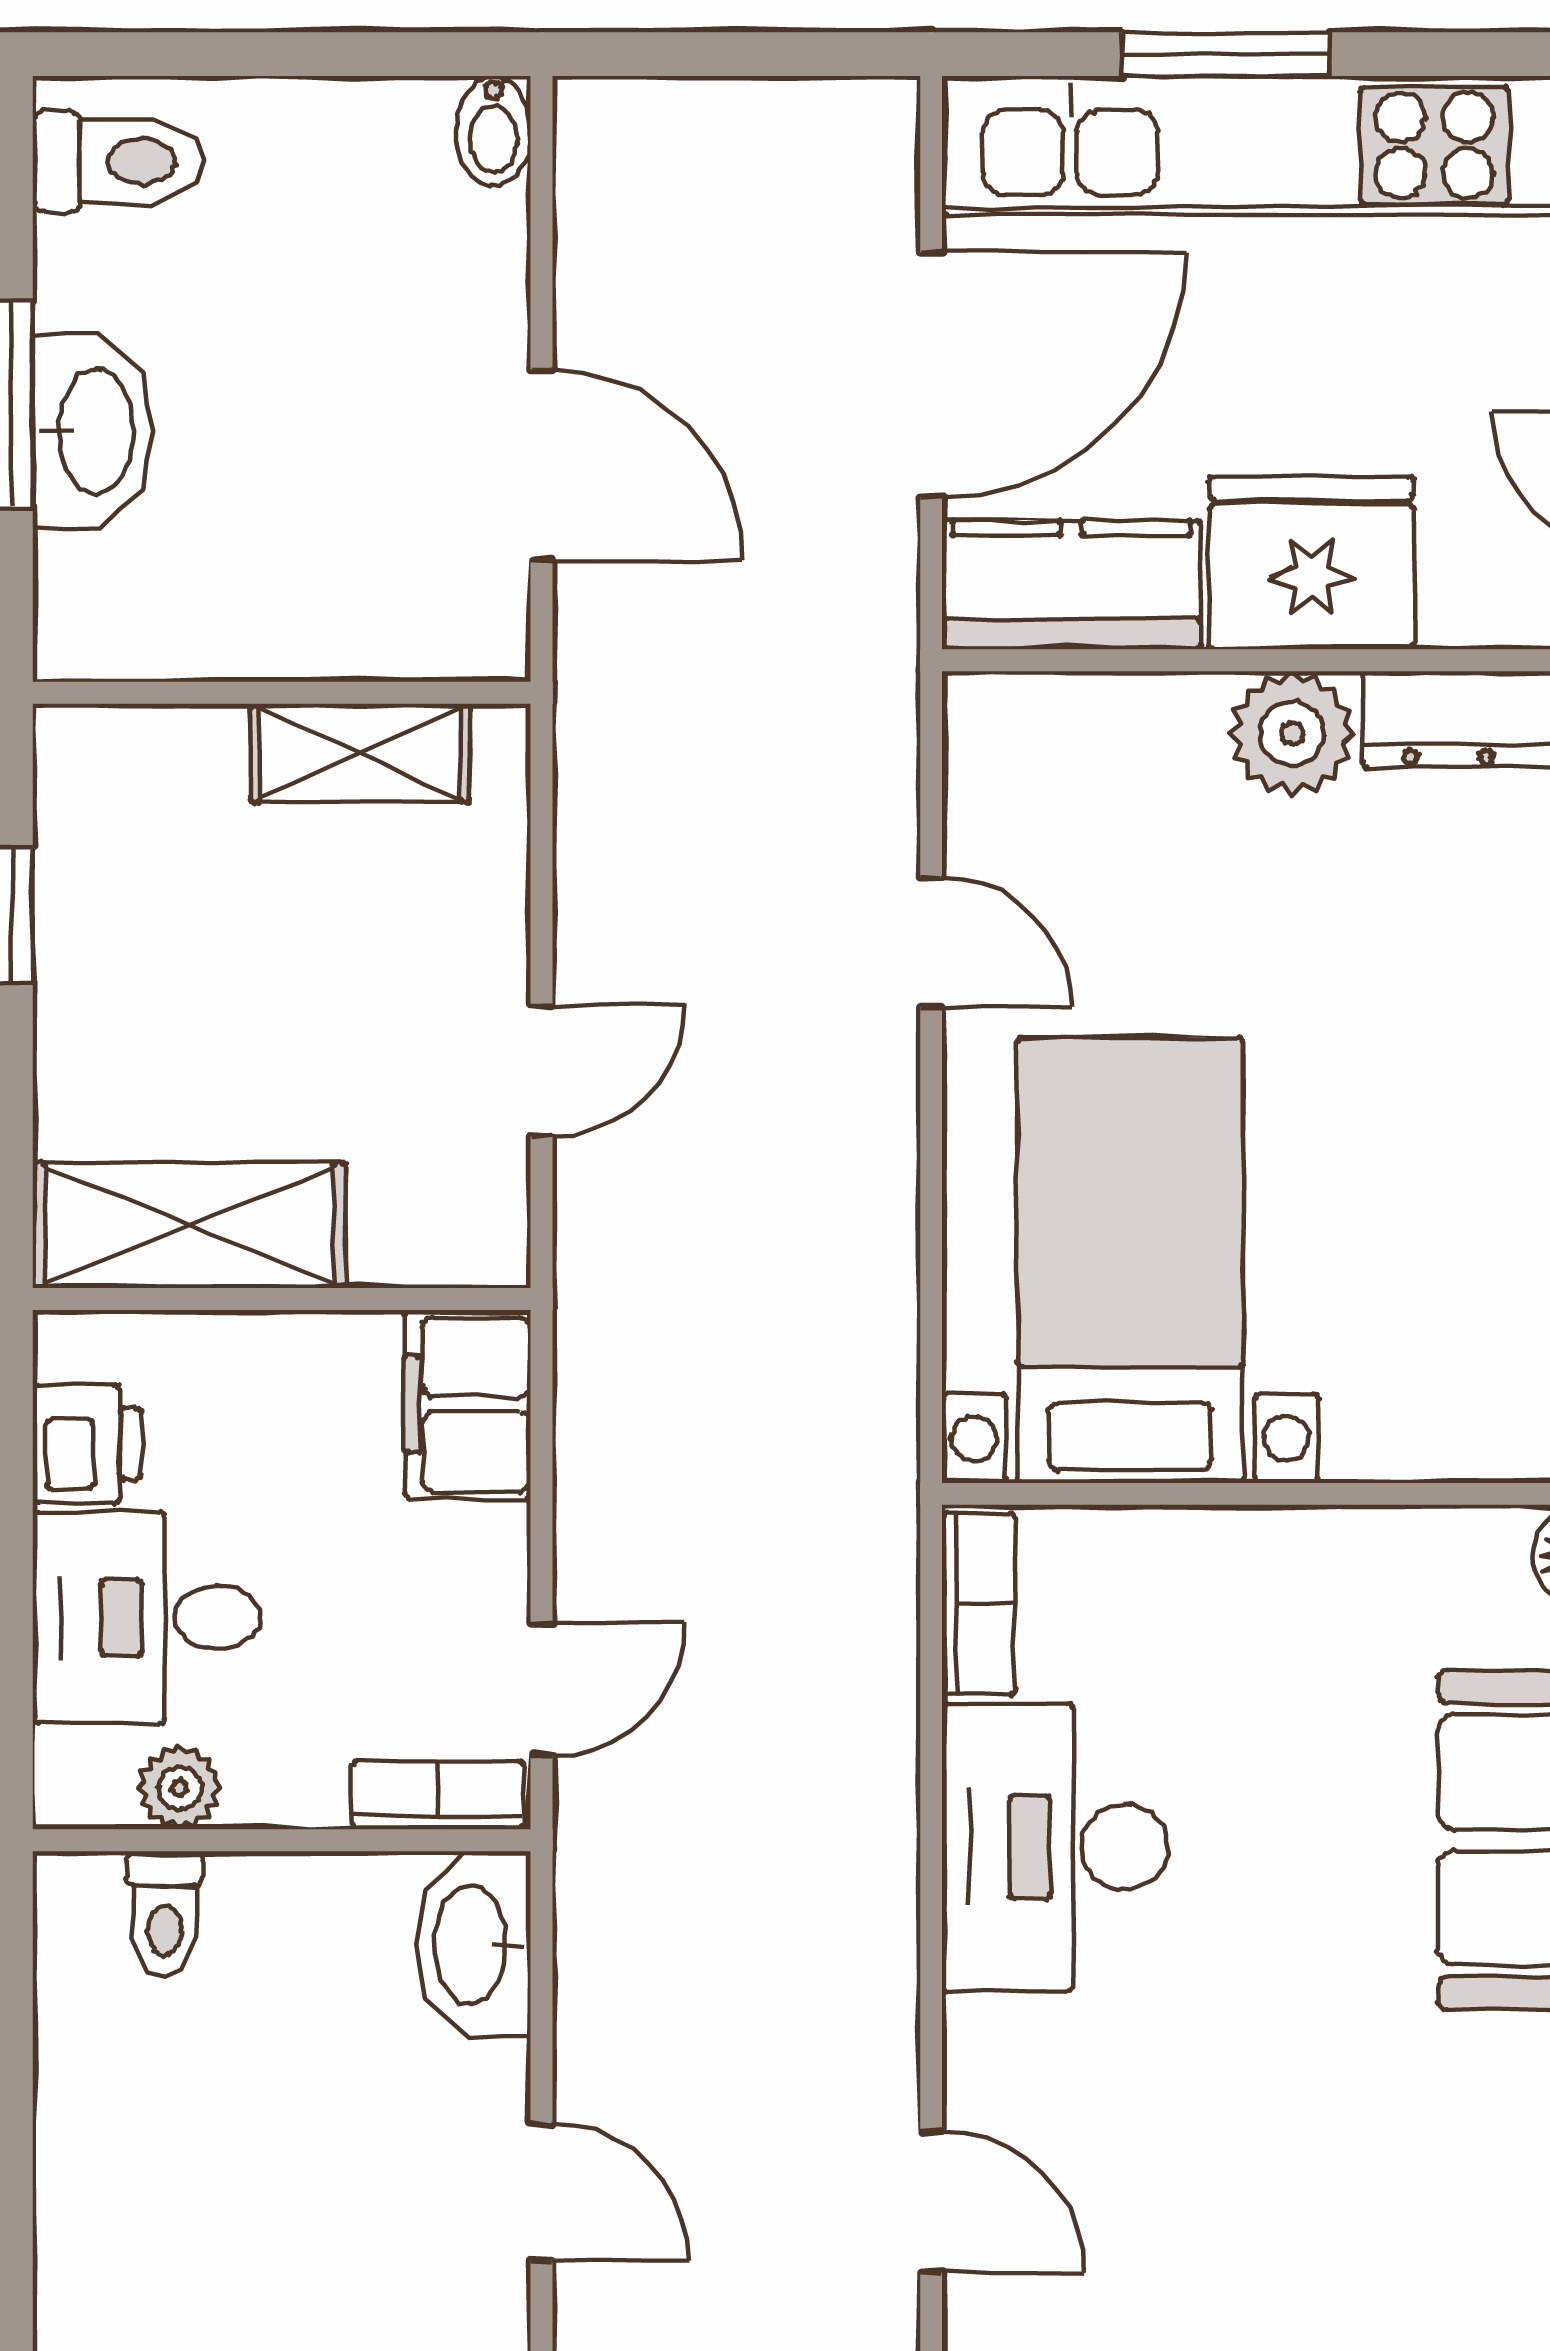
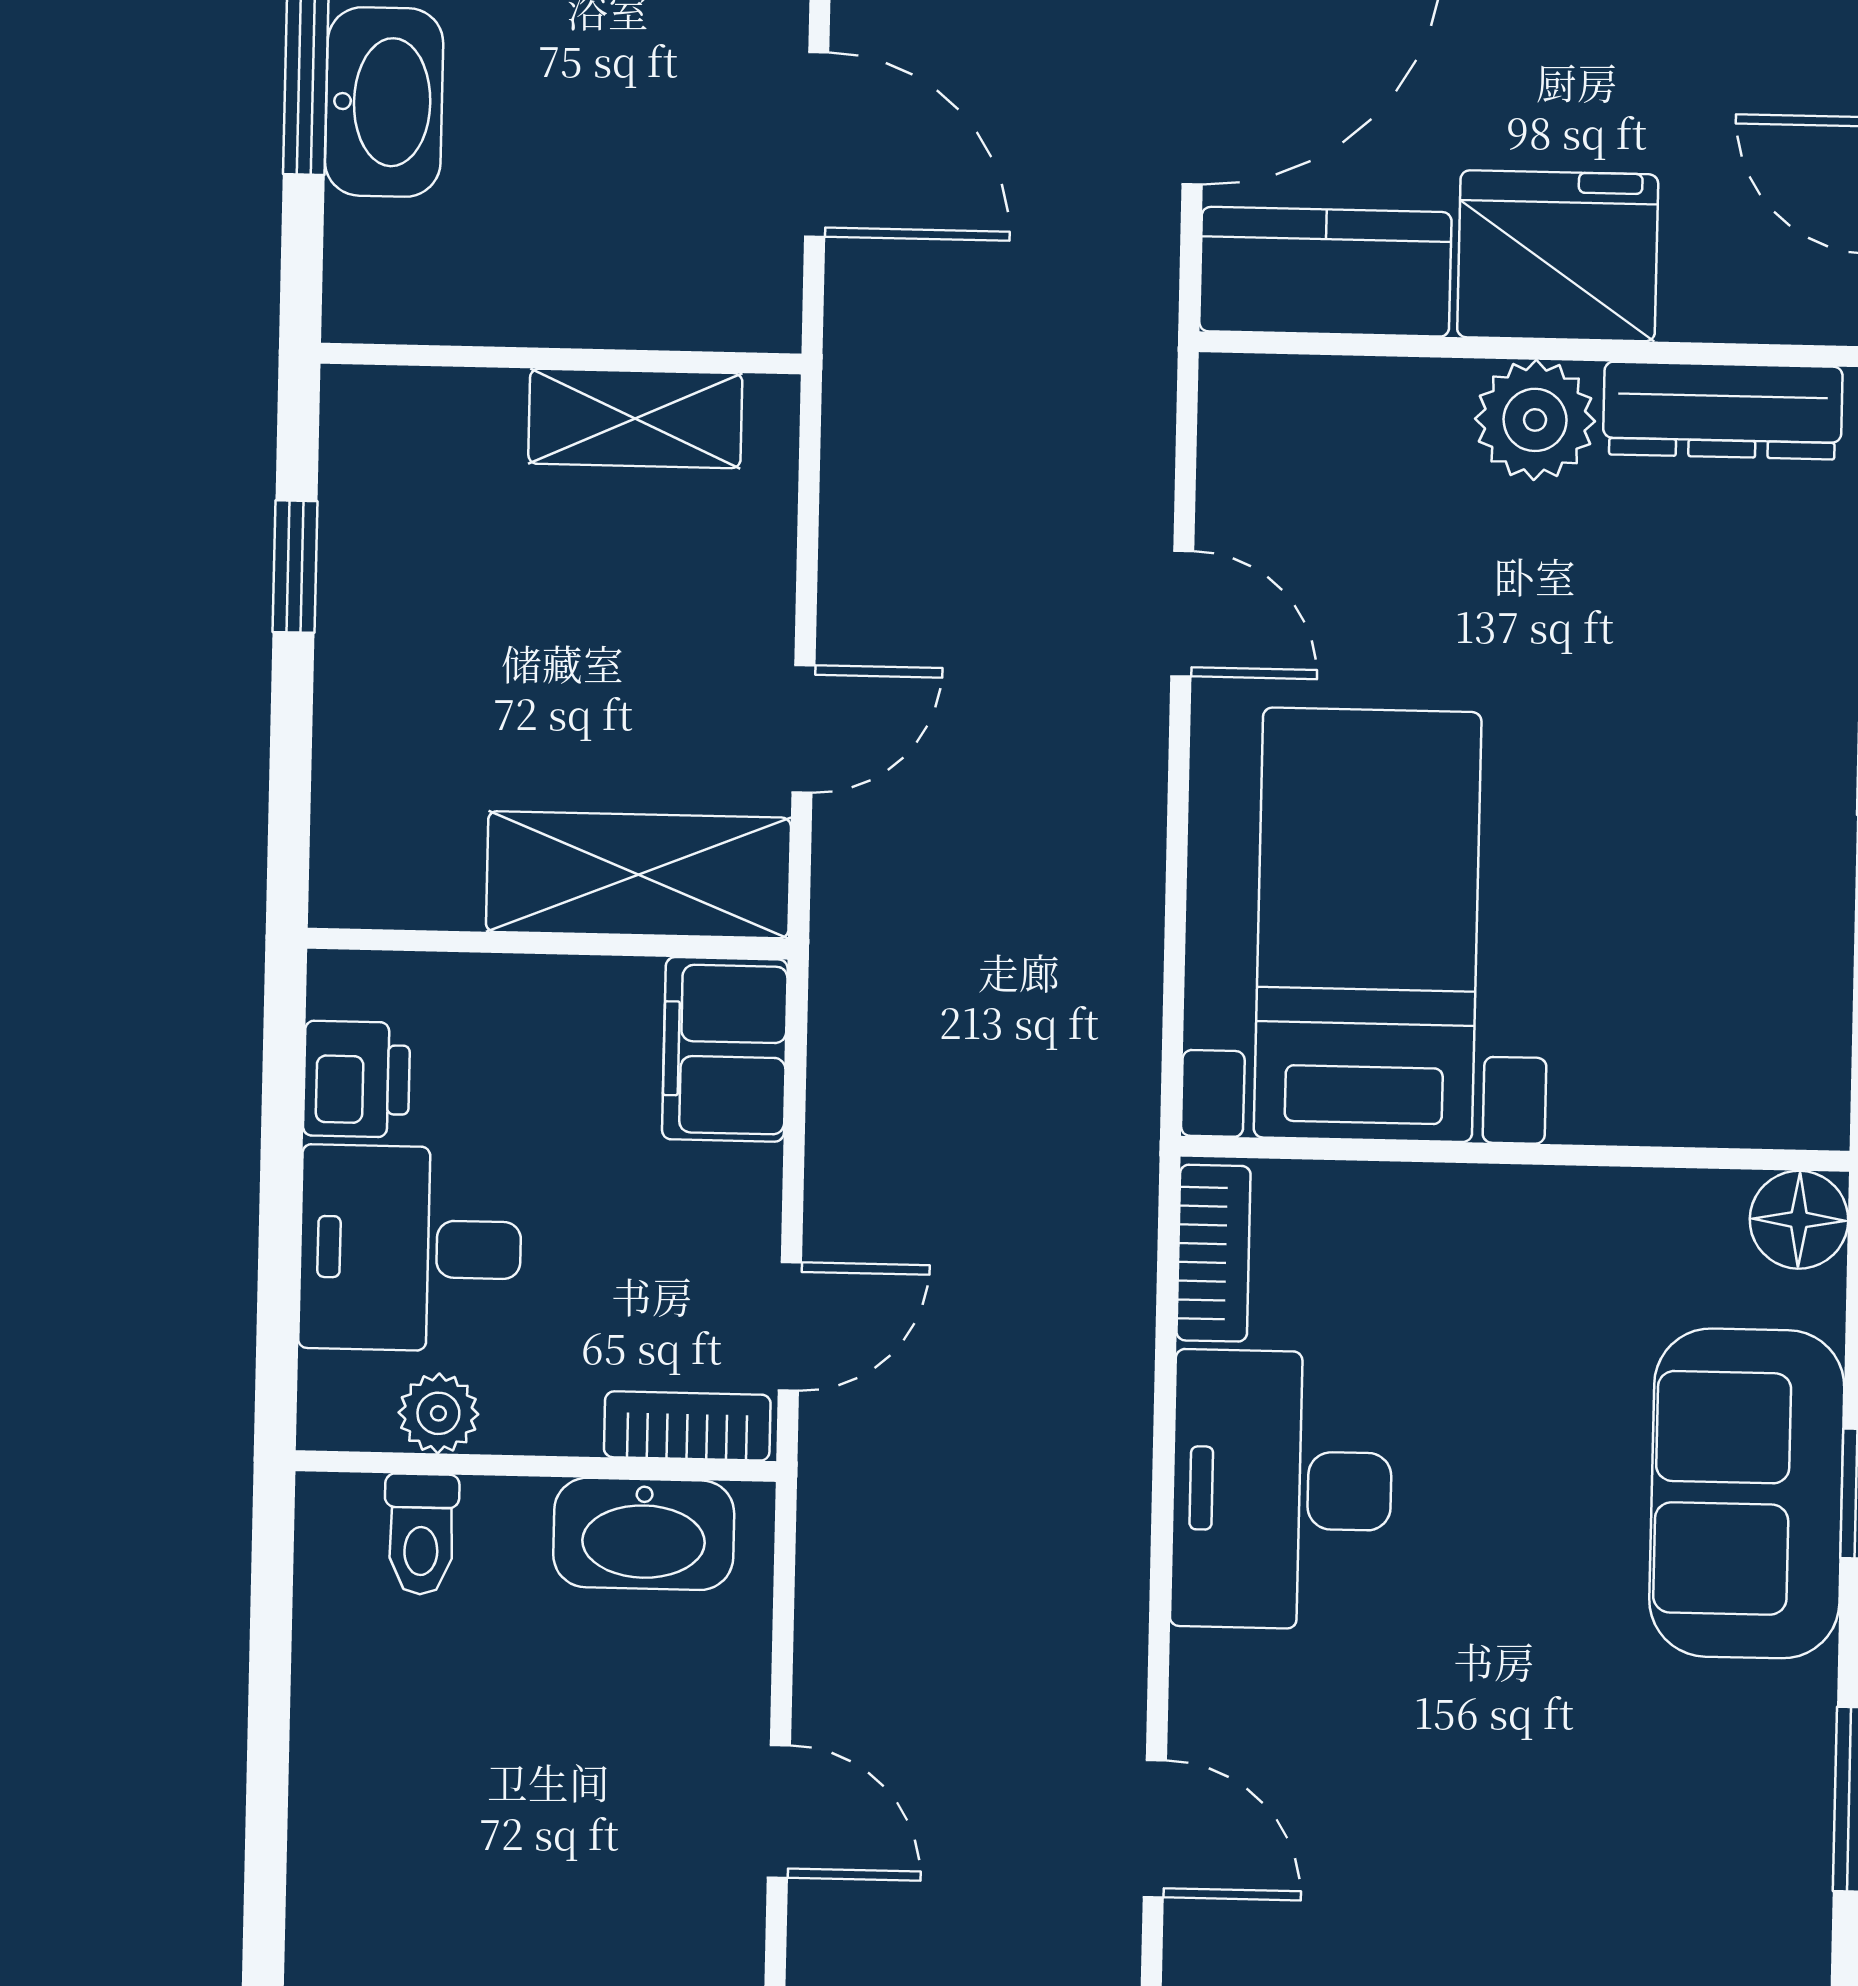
shelving: (189, 1225) -> (638, 875), moved
washbasin: (474, 1944) -> (644, 1534), moved, turned -90

